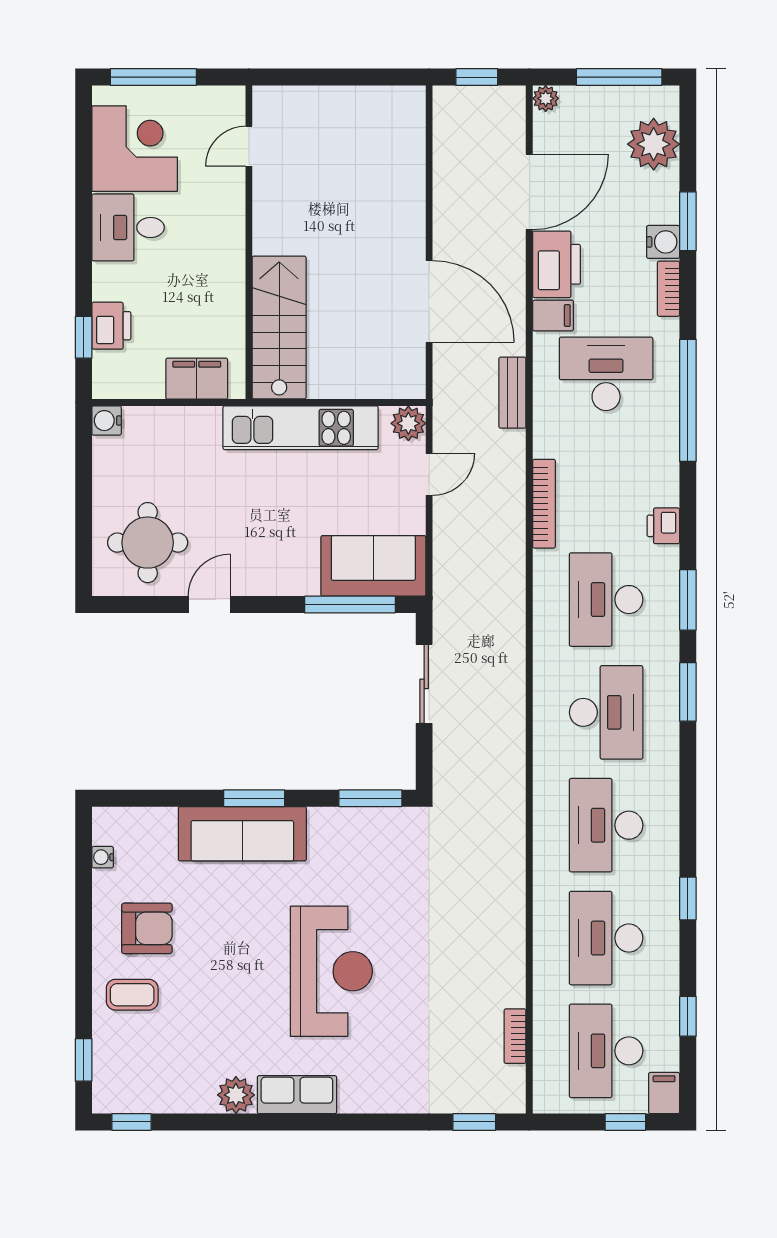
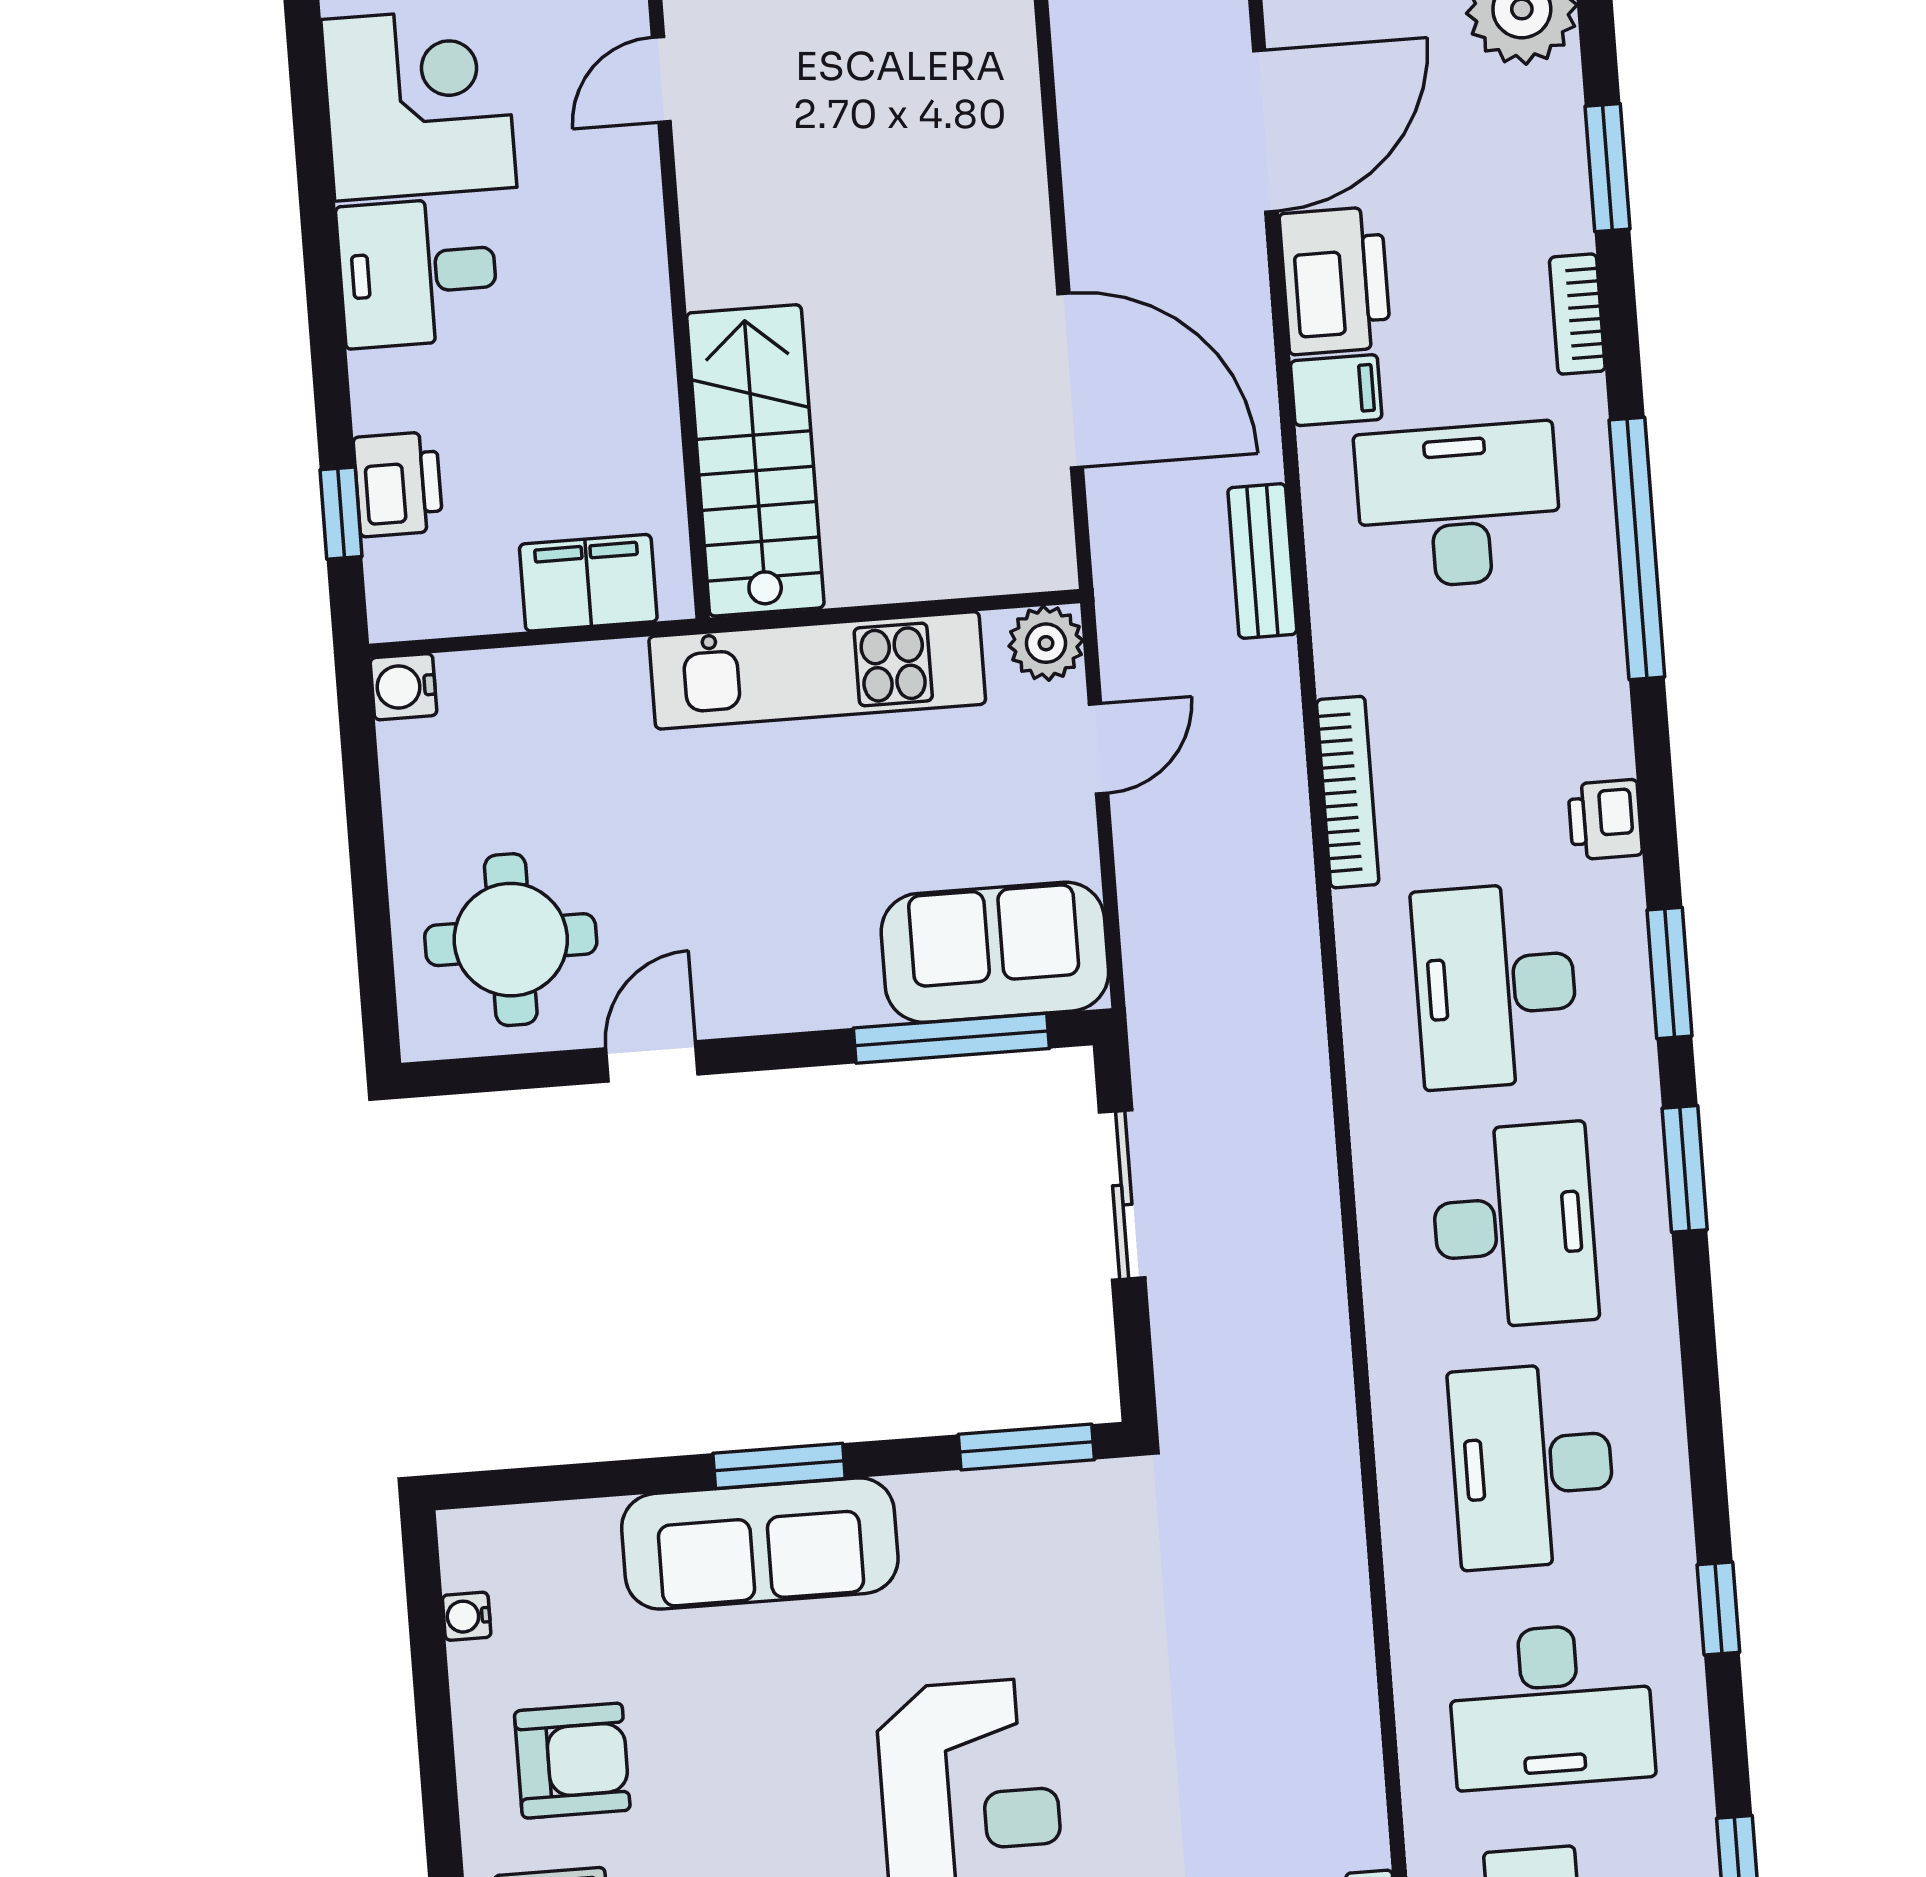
water cooler: (663, 242) -> (1558, 216), removed
desk: (606, 938) -> (1551, 1706), turned -90

